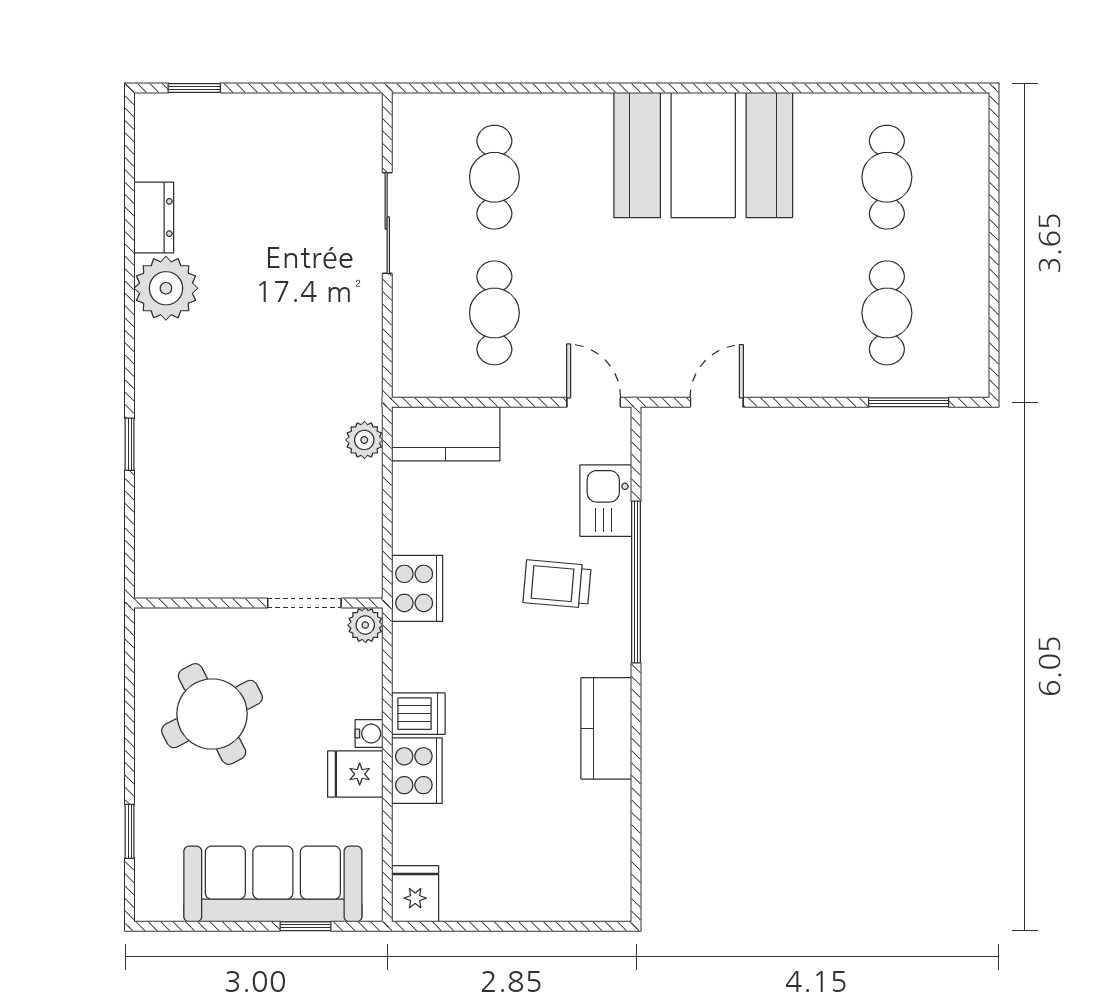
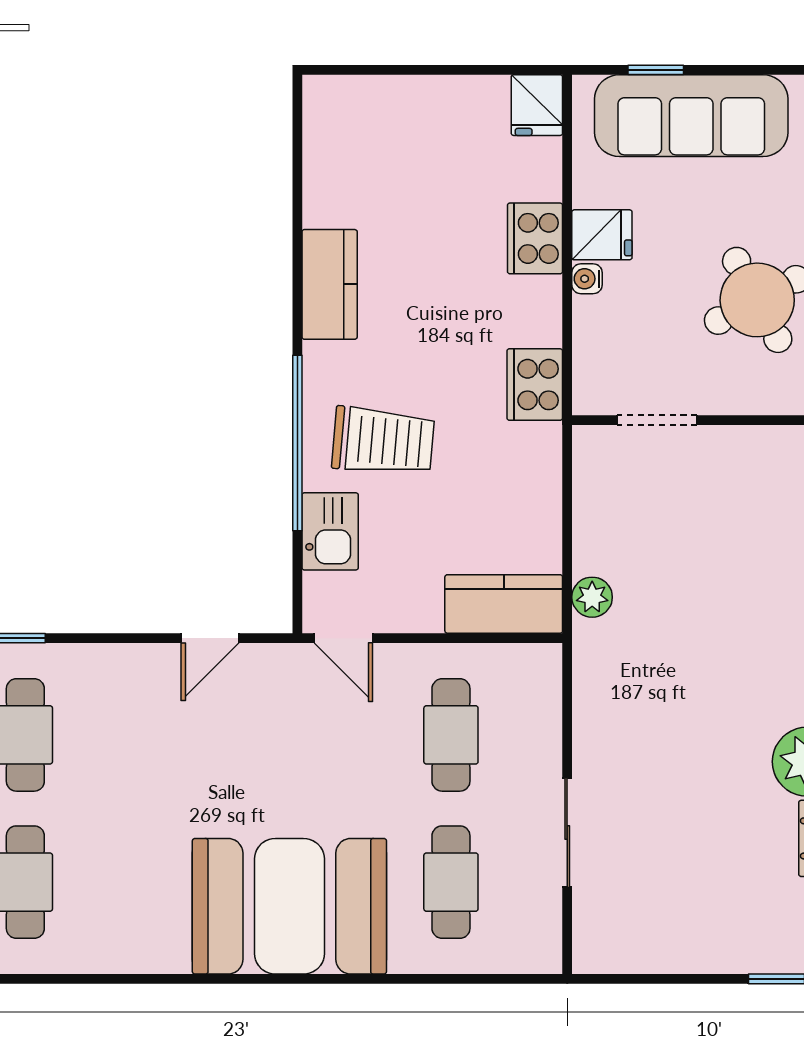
booth: (703, 155) -> (289, 906), moved
trolley: (557, 584) -> (383, 441), width x1.36, depth x1.39
cooker: (417, 588) -> (535, 385), moved
plant: (365, 625) -> (591, 396), removed
dishwasher: (418, 714) -> (533, 300), removed

